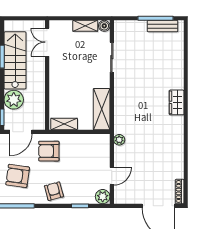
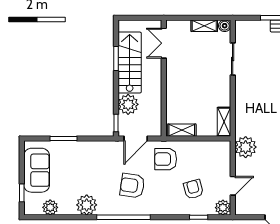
shelving: (102, 109) -> (224, 122), width x0.67, depth x0.75
plant: (119, 140) -> (246, 147), width x1.88, depth x1.88
armchair: (54, 191) -> (193, 189), moved

